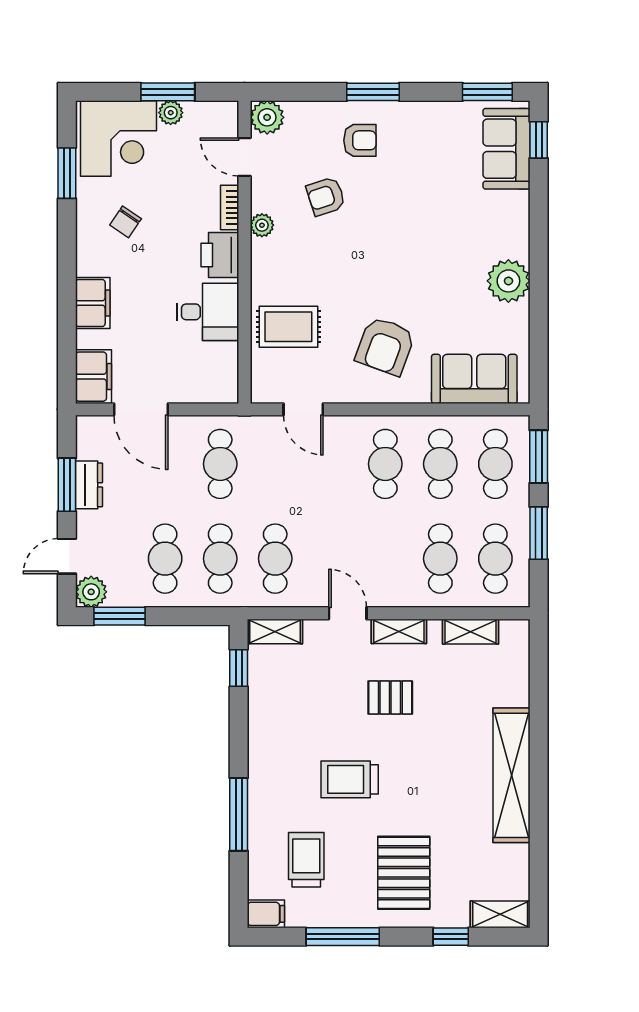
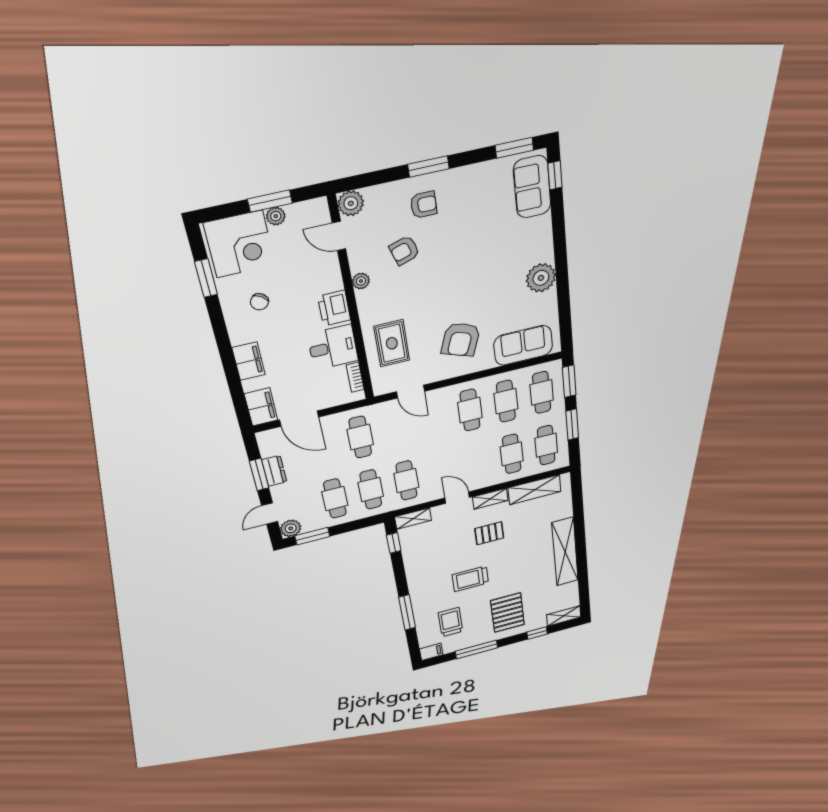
bookcase: (230, 208) -> (355, 377), moved
rug: (288, 327) -> (392, 343), turned 90
shelving: (470, 632) -> (535, 490), width x1.50, depth x1.33

